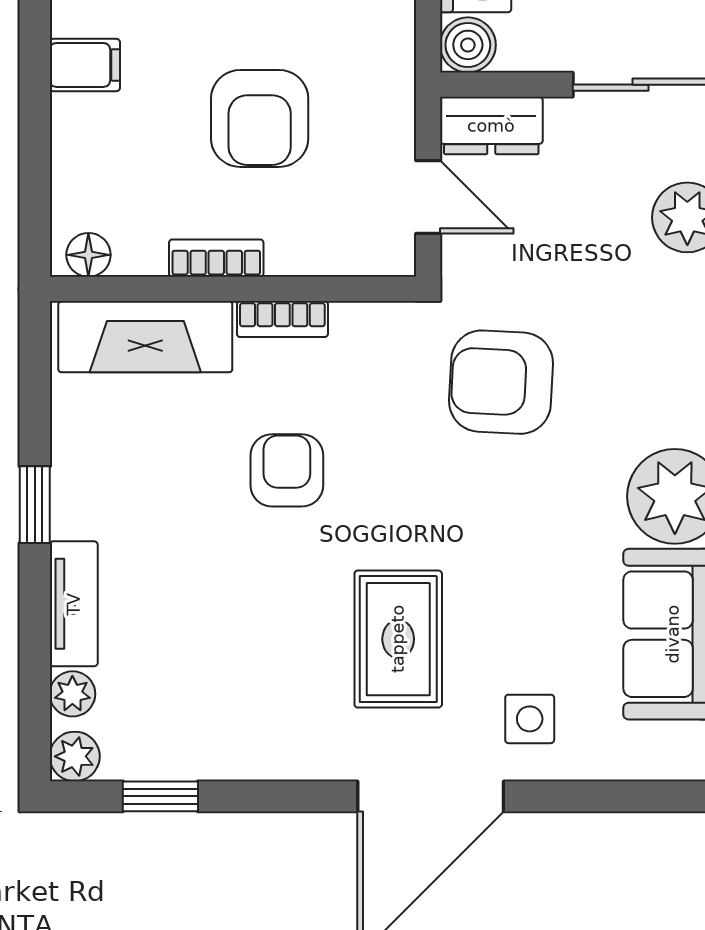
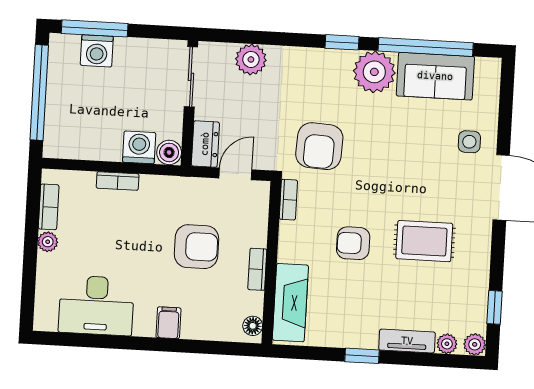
bookcase: (282, 319) -> (288, 200), moved
rug: (398, 639) -> (424, 241), moved

